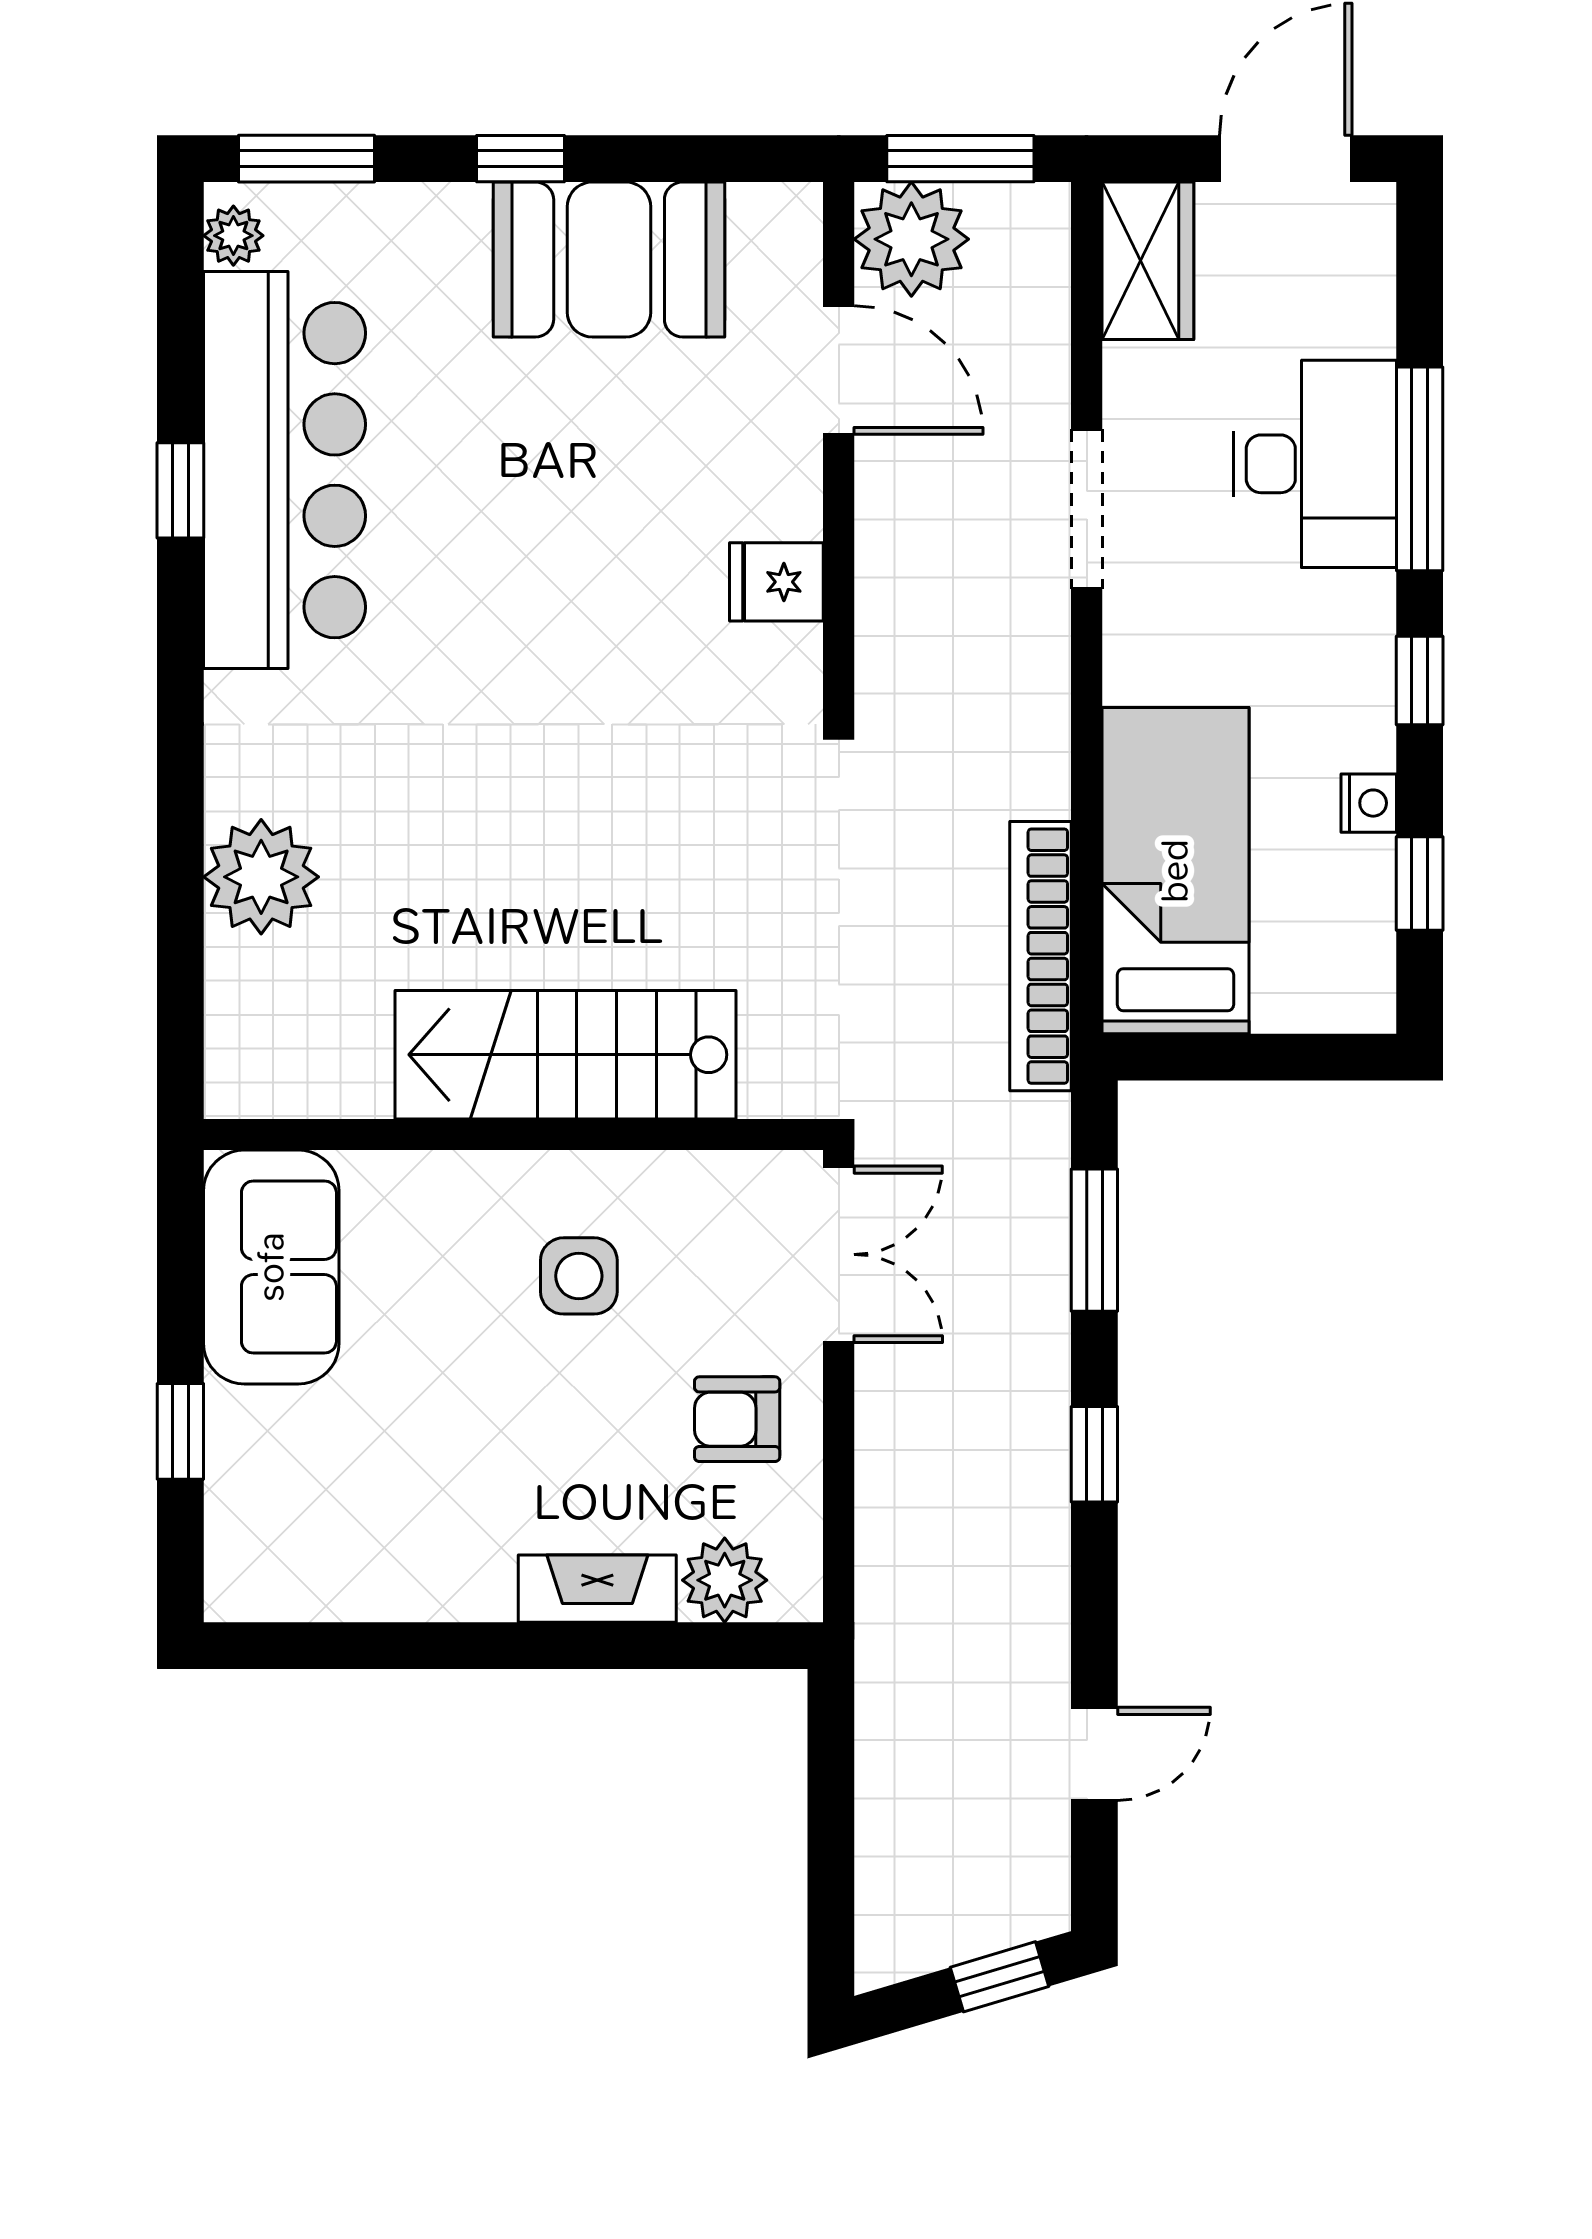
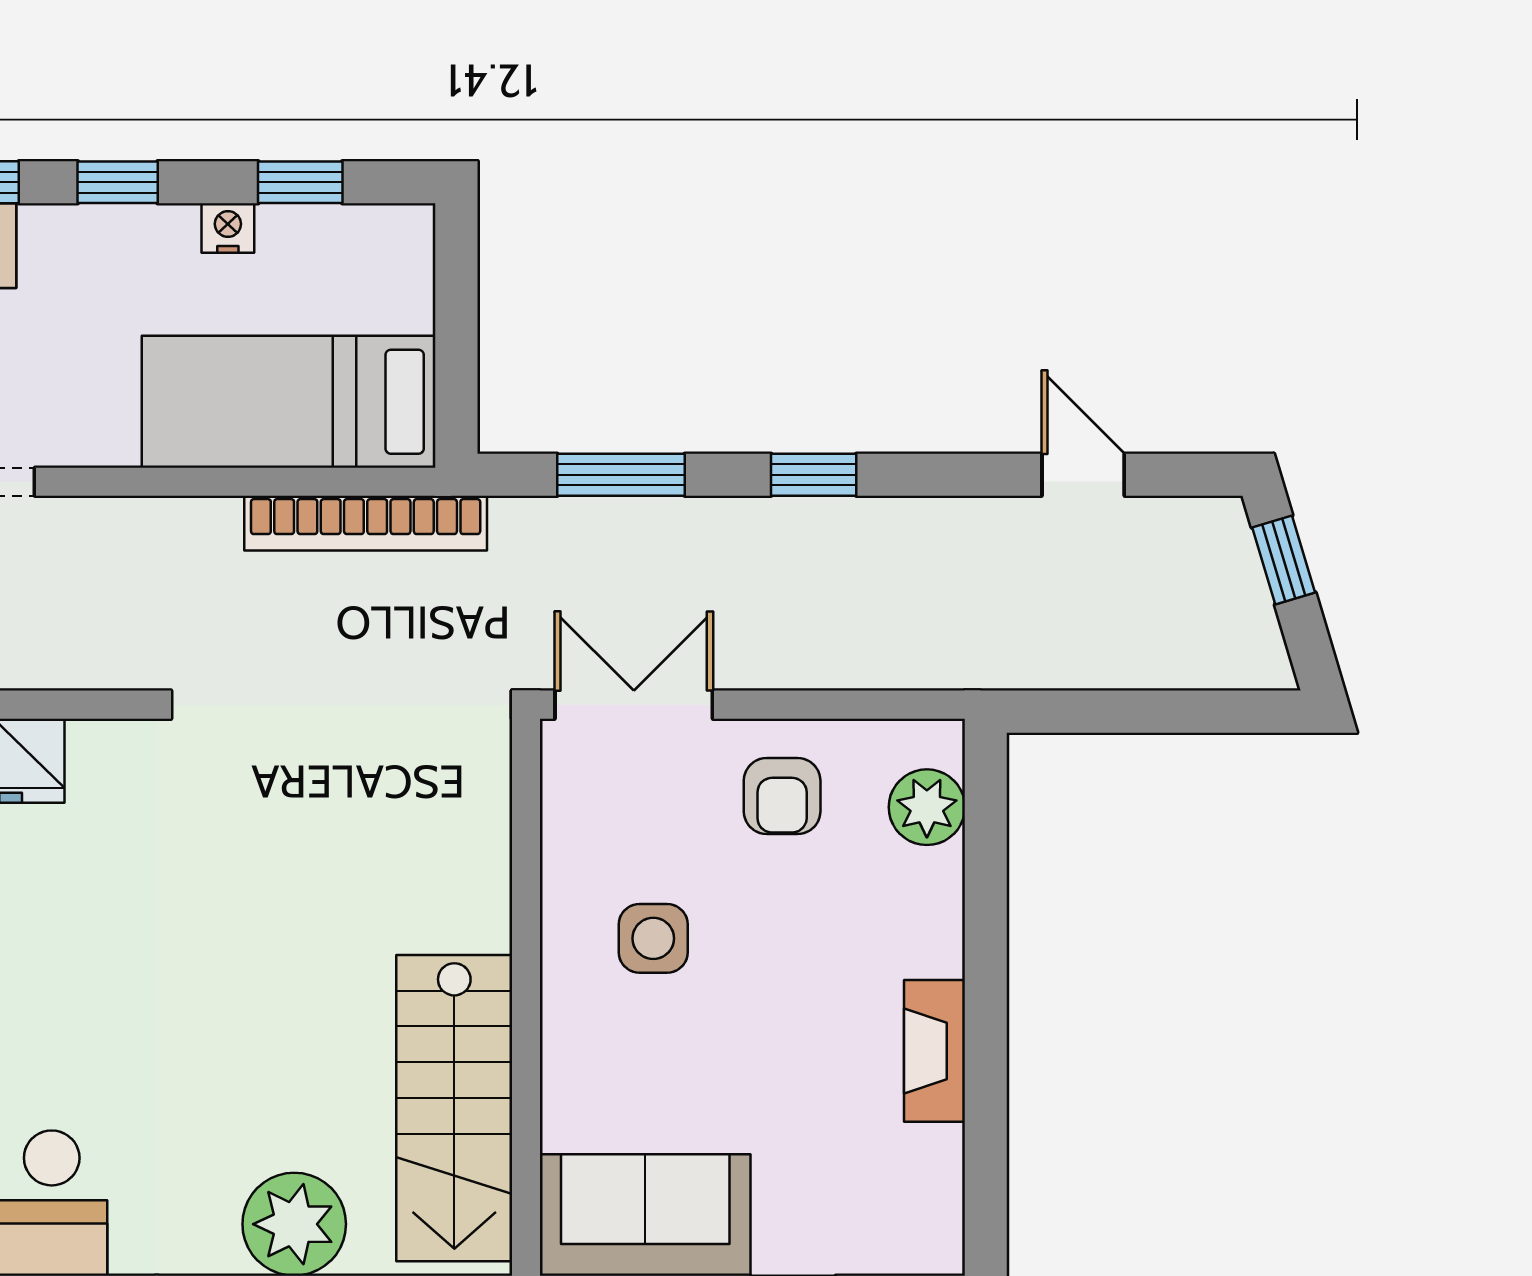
stairs: (566, 1055) -> (454, 1108), moved
fireplace: (597, 1589) -> (935, 1051), moved

